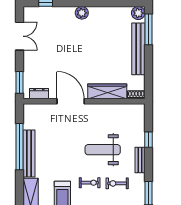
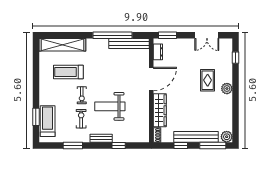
rug: (72, 35) -> (208, 80), added
window: (148, 67) -> (181, 146), added
weight bench: (103, 150) -> (110, 106), turned -90
bench: (29, 153) -> (129, 43), moved

